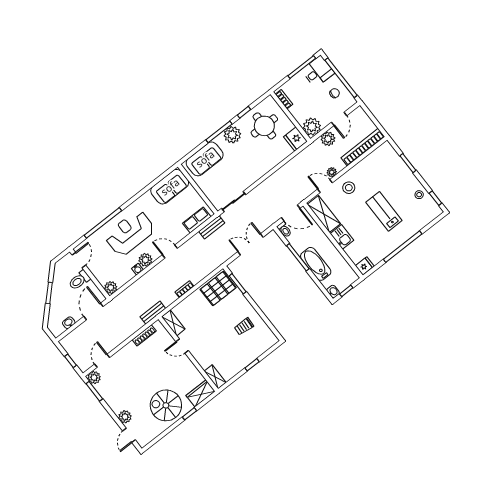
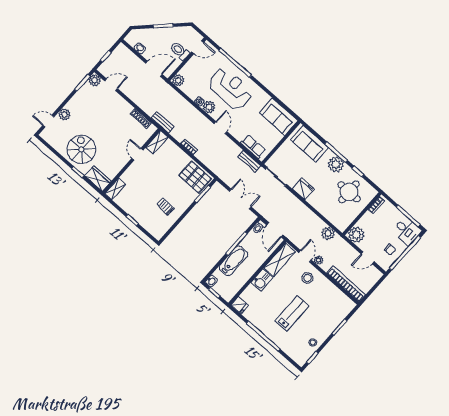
fridge: (295, 139) -> (303, 189), moved, turned 90
plant: (328, 139) -> (328, 233), moved

